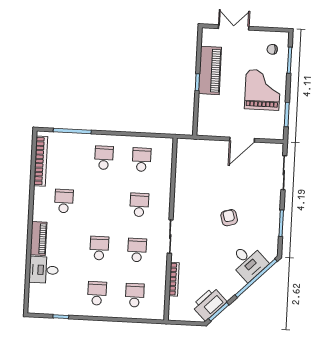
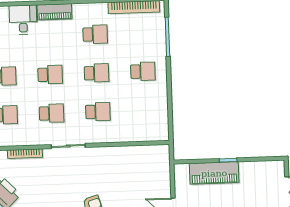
piano: (210, 70) -> (214, 173), moved
school desk: (142, 160) -> (96, 73), moved

